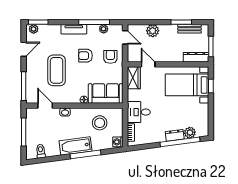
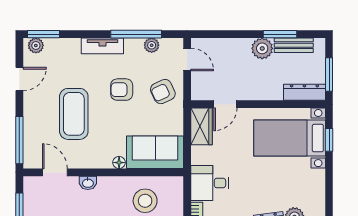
plant: (153, 31) -> (262, 48), moved
armchair: (110, 57) -> (163, 92), turned -115
door: (148, 64) -> (225, 104), swing flipped

